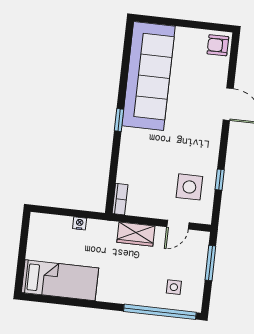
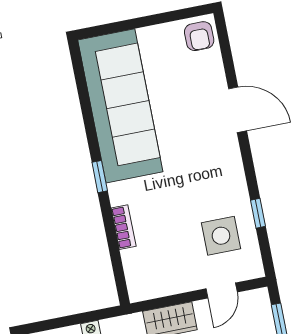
armchair: (218, 45) -> (199, 36), turned -90
bookcase: (120, 199) -> (124, 227), moved

